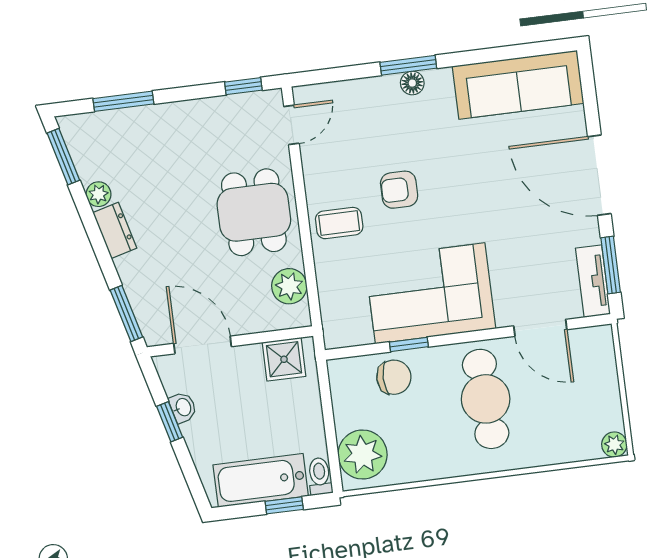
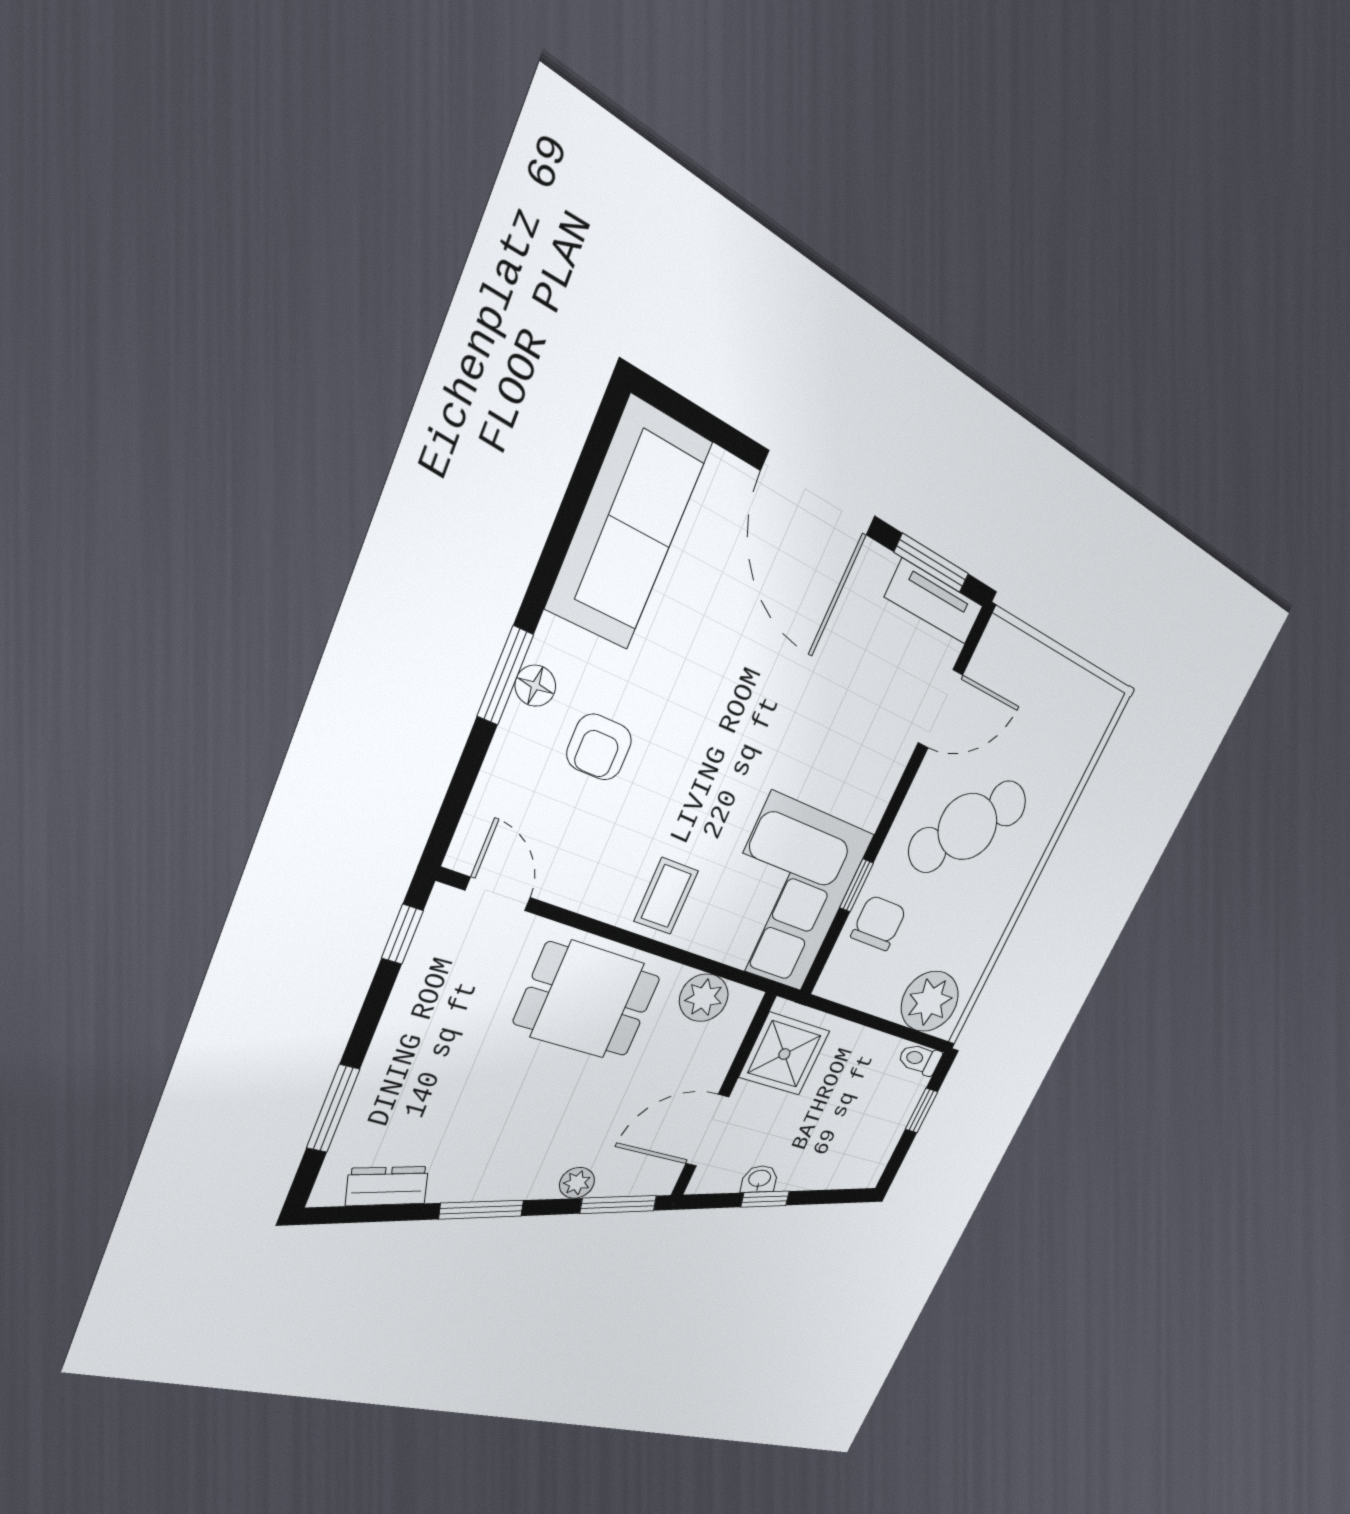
window: (63, 157) -> (482, 1210), moved
door: (599, 175) -> (819, 494), hinge flipped
armchair: (399, 190) -> (599, 747), moved
plant: (99, 194) -> (577, 1183), moved
dresser: (115, 230) -> (387, 1186), moved
corner sofa: (430, 293) -> (787, 894), moved
shower: (284, 359) -> (784, 1054), width x1.36, depth x1.36
cafe table: (486, 399) -> (968, 827), turned -47
plant: (614, 445) -> (1106, 702), removed
bathtub: (261, 480) -> (883, 1125), removed

